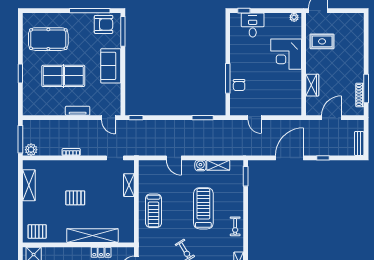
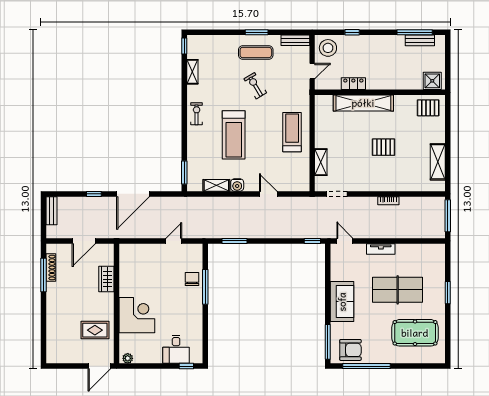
armchair: (104, 24) -> (350, 350), turned 180
door: (255, 118) -> (174, 241), hinge flipped
plant: (31, 150) -> (435, 204), removed

